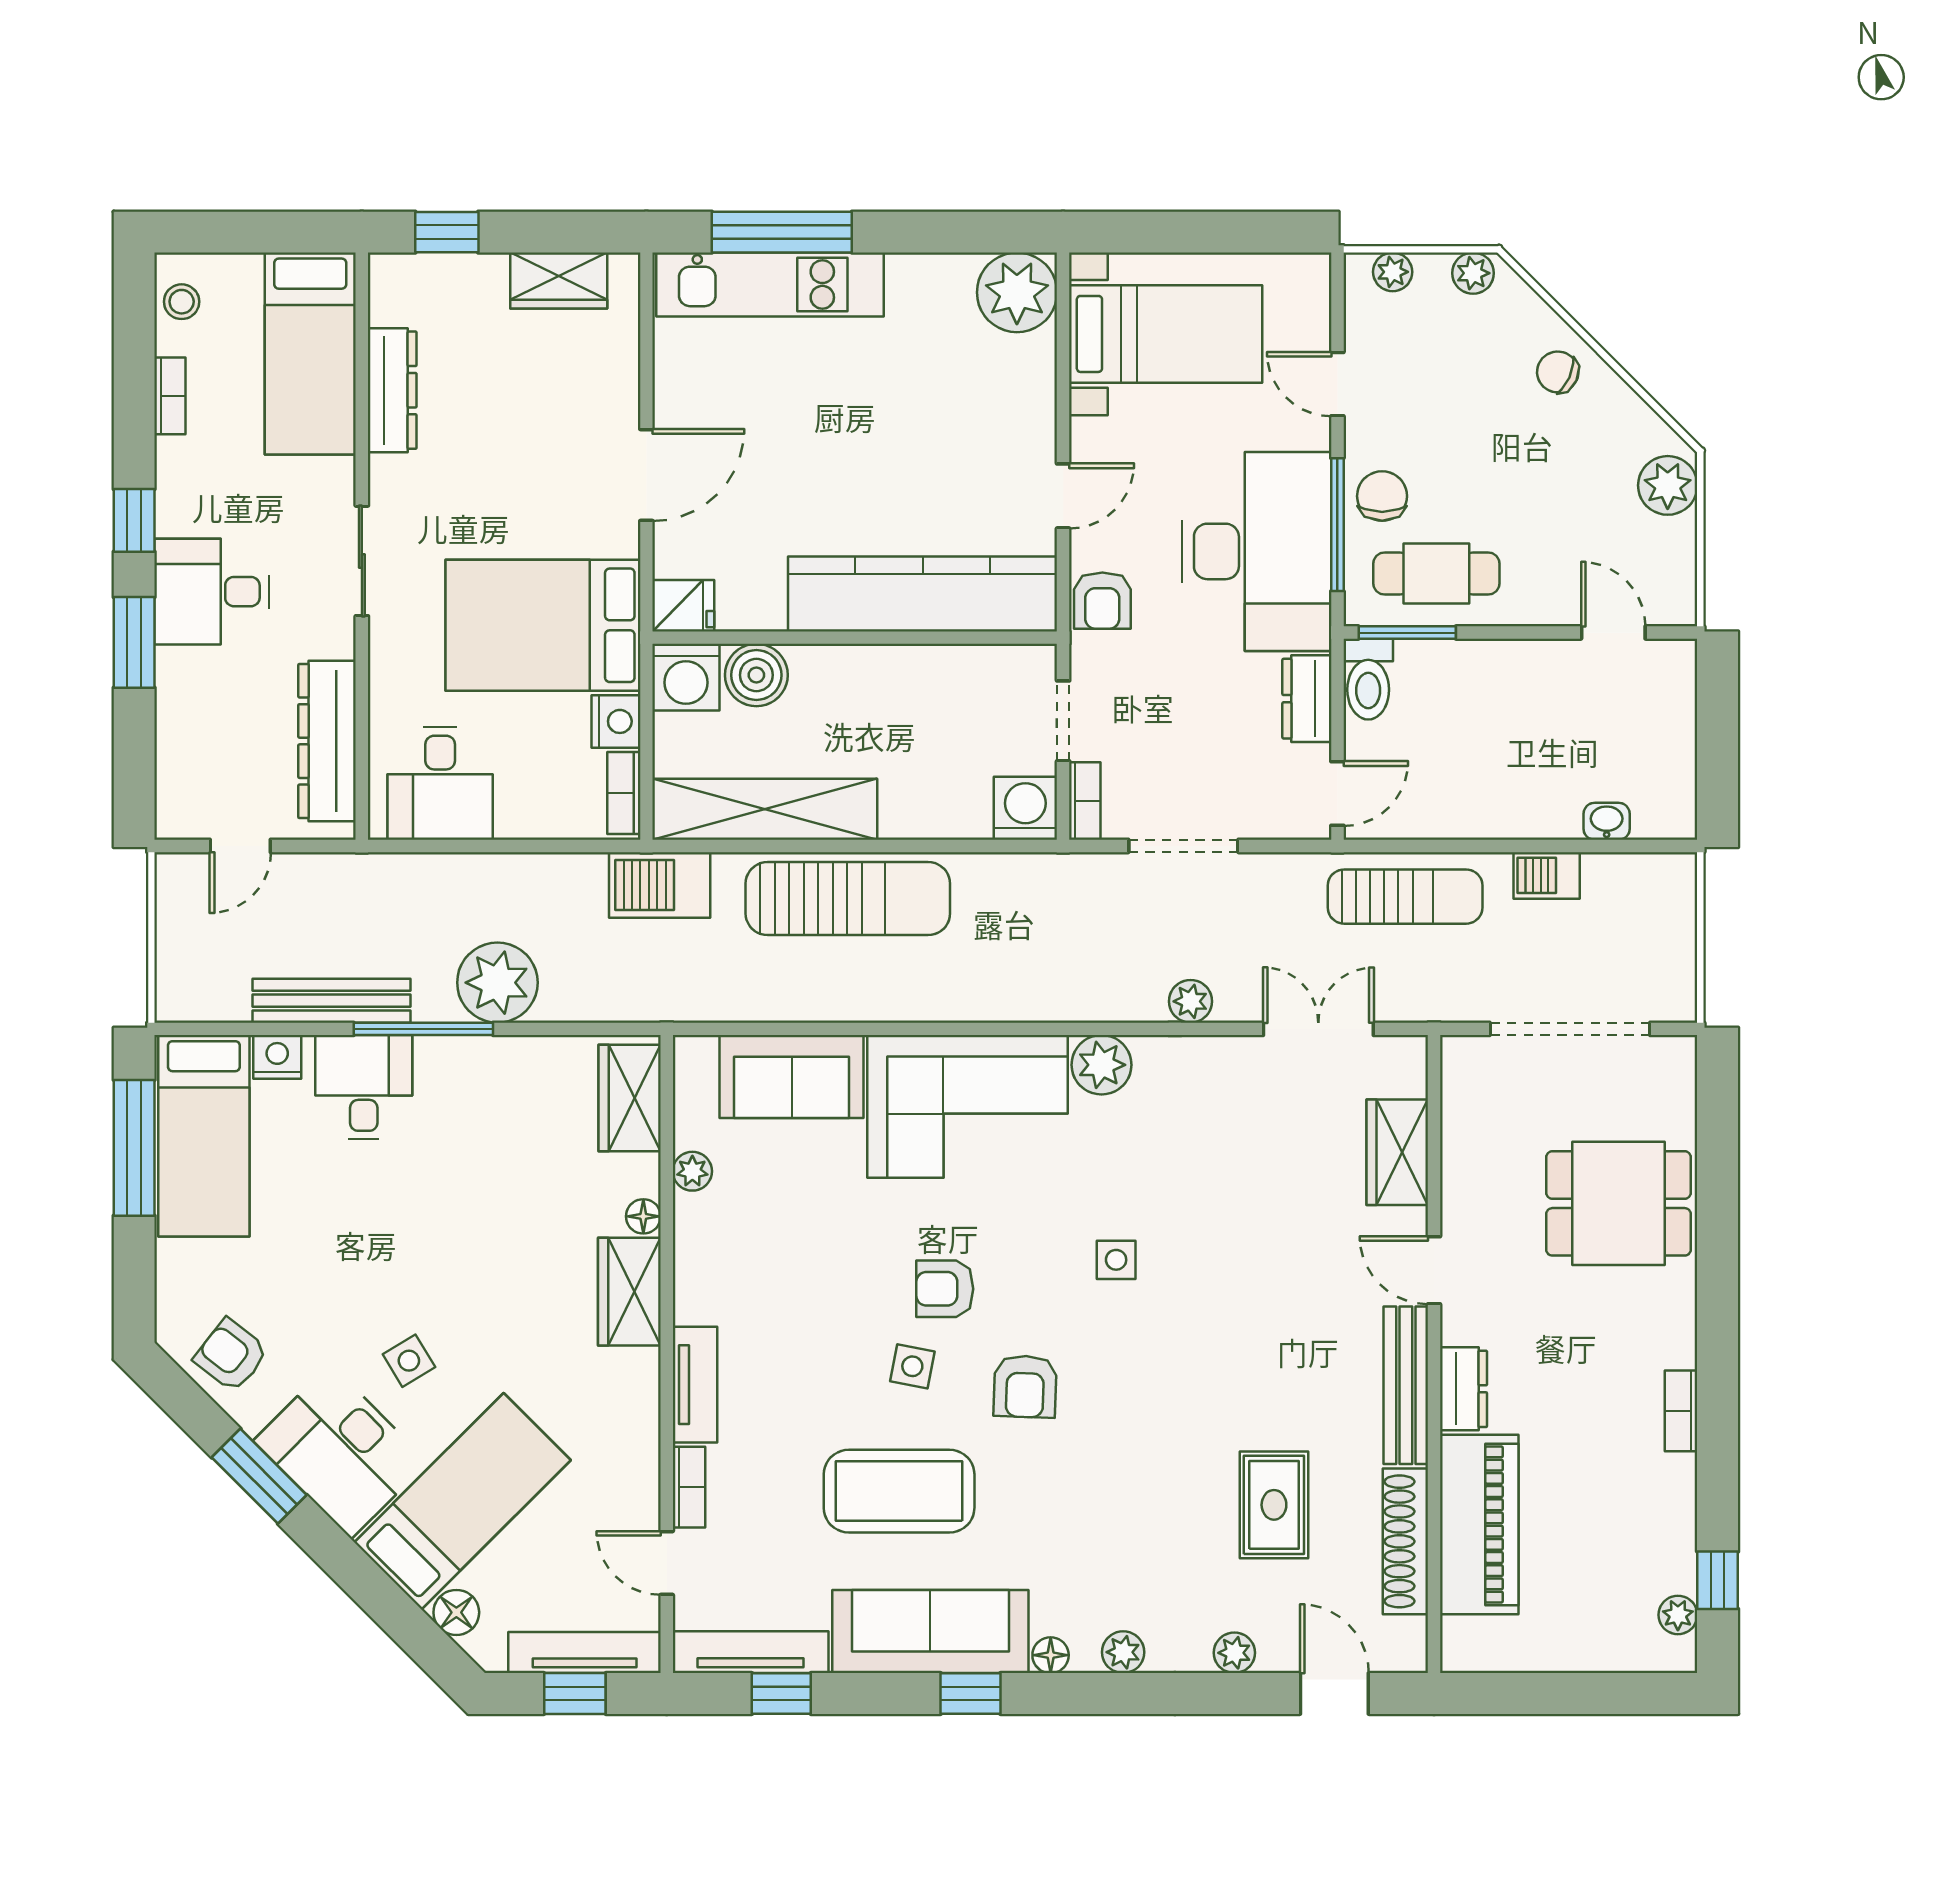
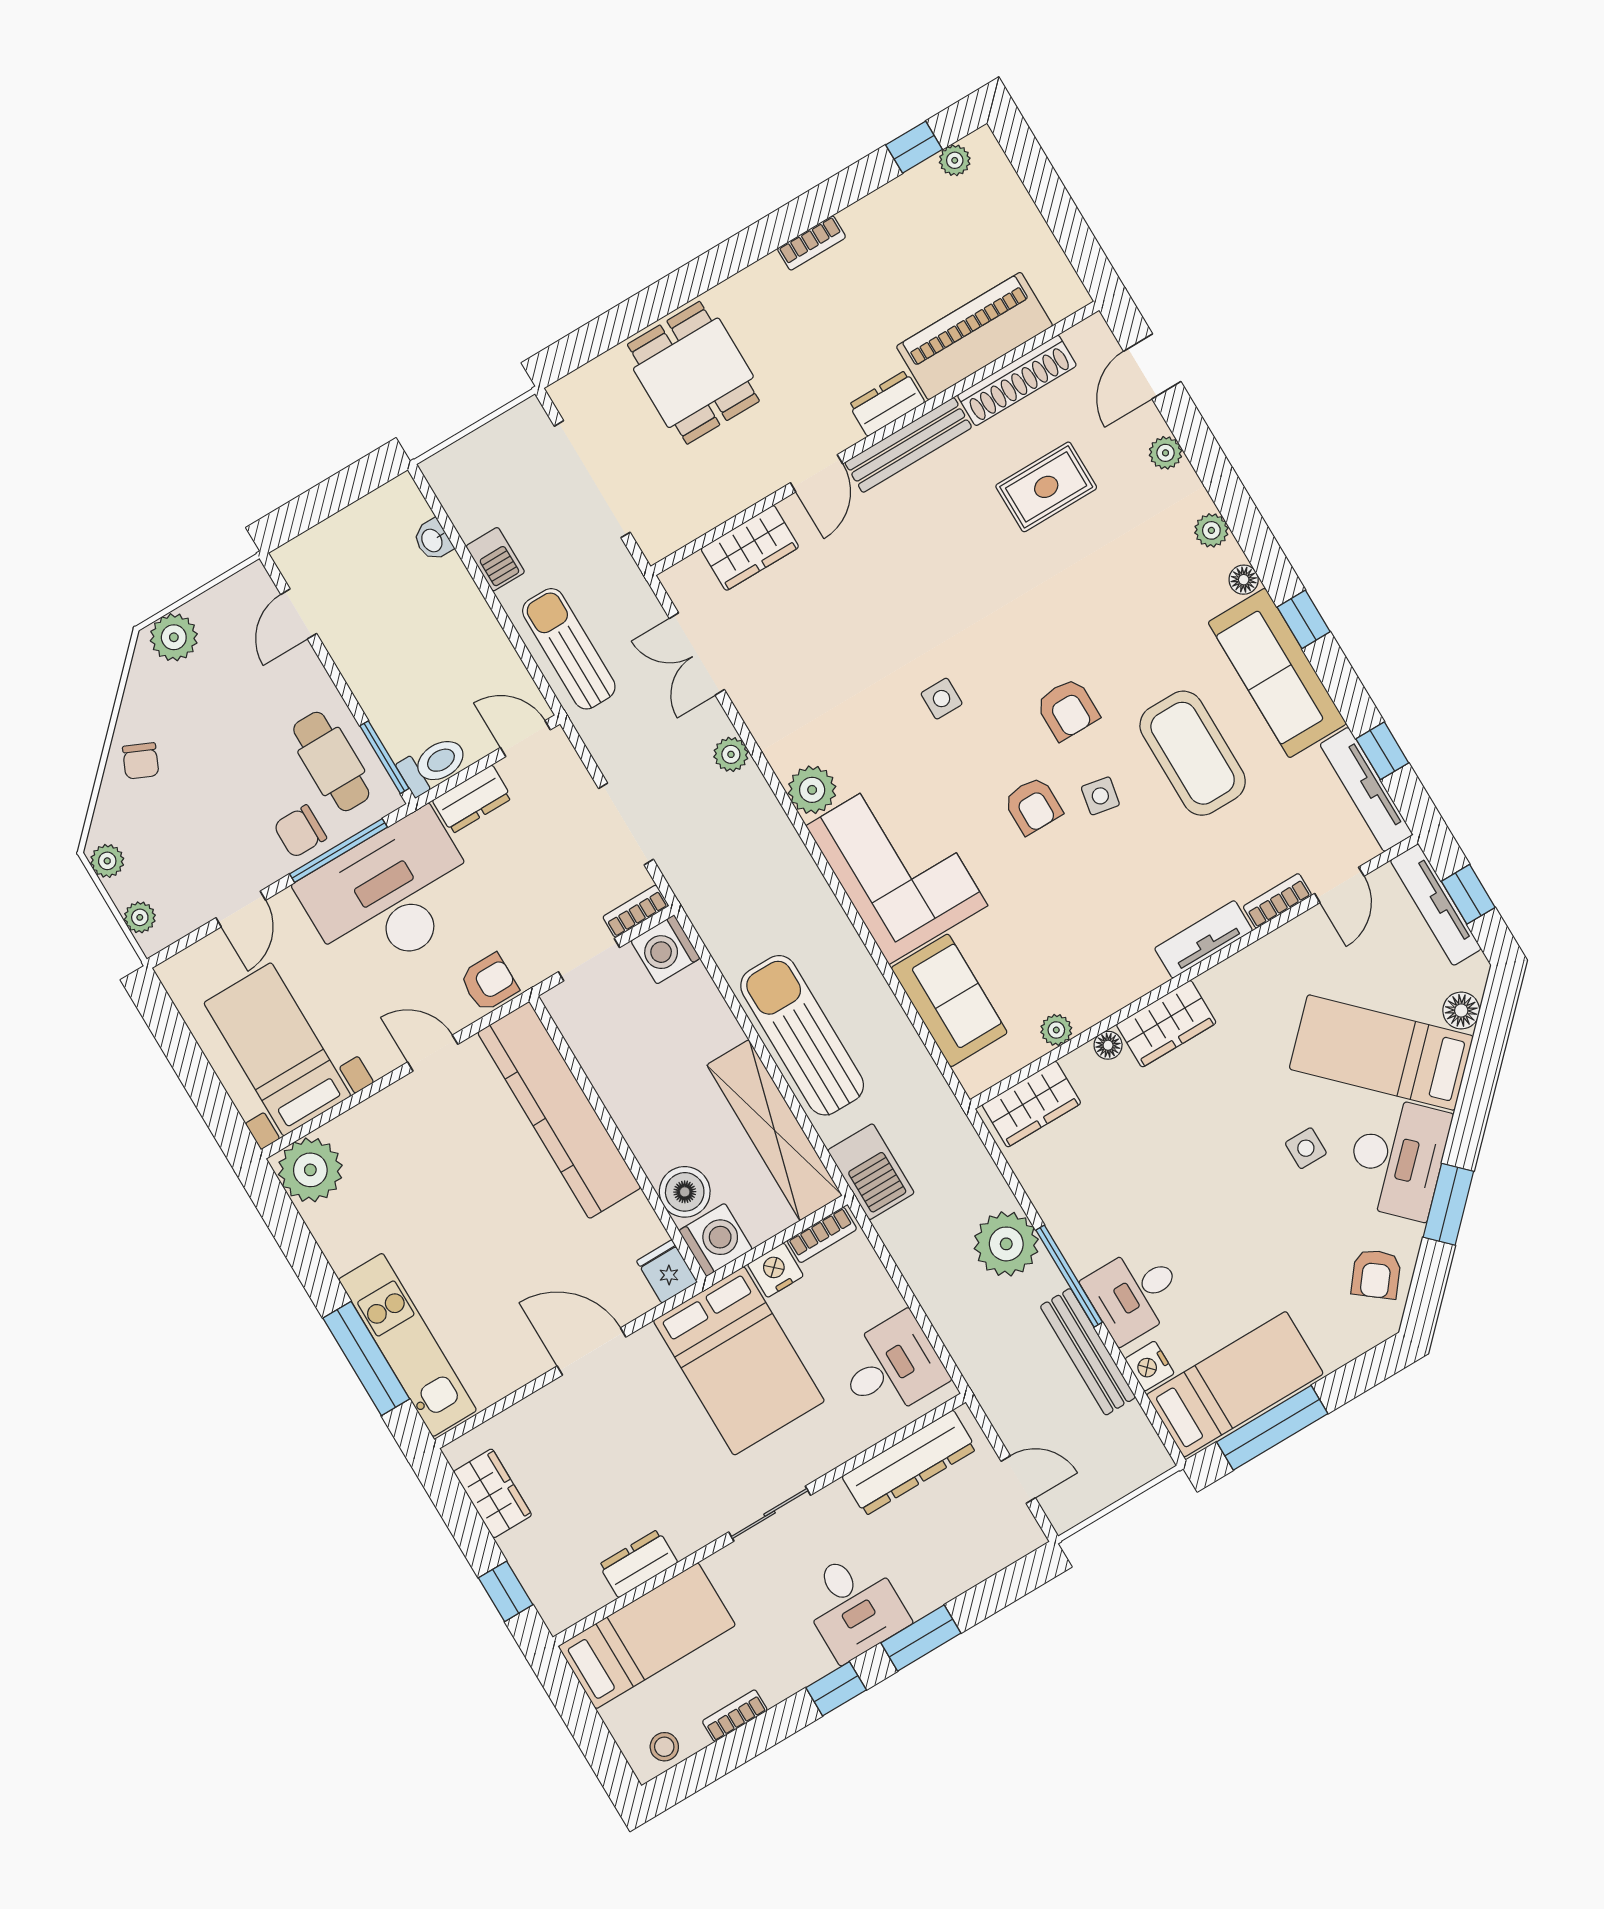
dresser: (392, 390) -> (638, 1564), width x0.70
side table: (409, 1361) -> (1306, 1148), turned 31
armchair: (1025, 1387) -> (1068, 709), turned 88

